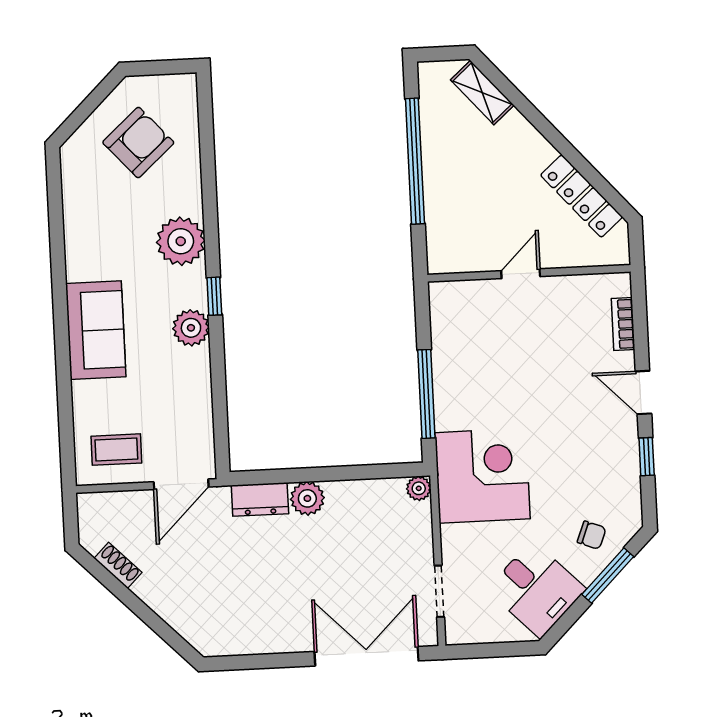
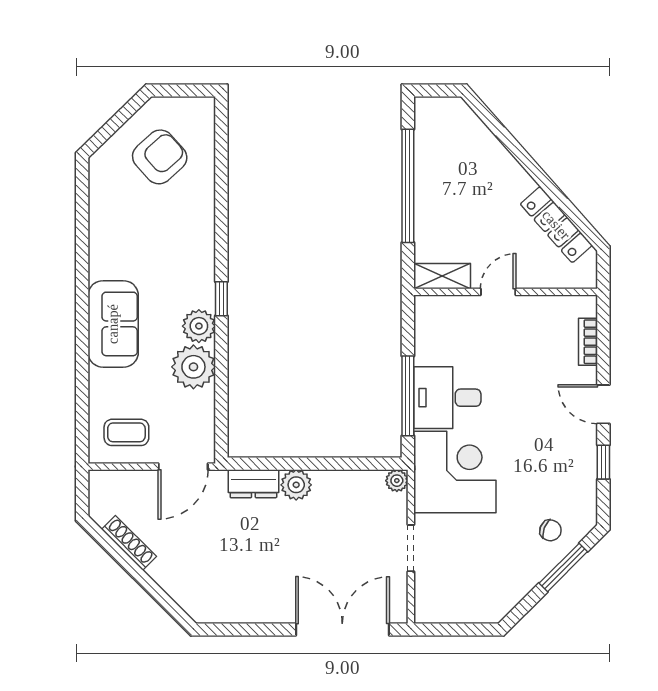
shelving: (482, 93) -> (442, 276), moved, turned -49
plant: (181, 241) -> (193, 367), moved
shoe rack: (118, 565) -> (129, 543), width x1.43
desk: (536, 589) -> (447, 398), moved, turned 135
doorway: (439, 591) -> (411, 548), moved

